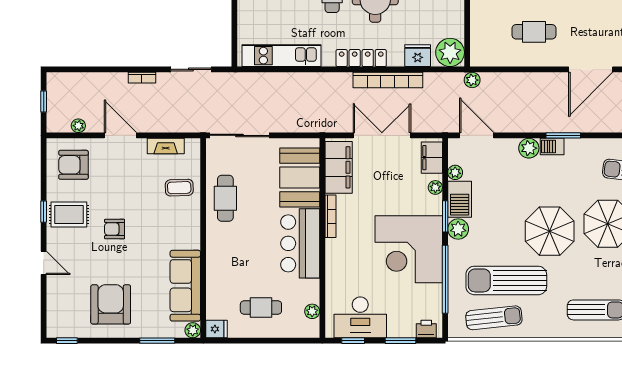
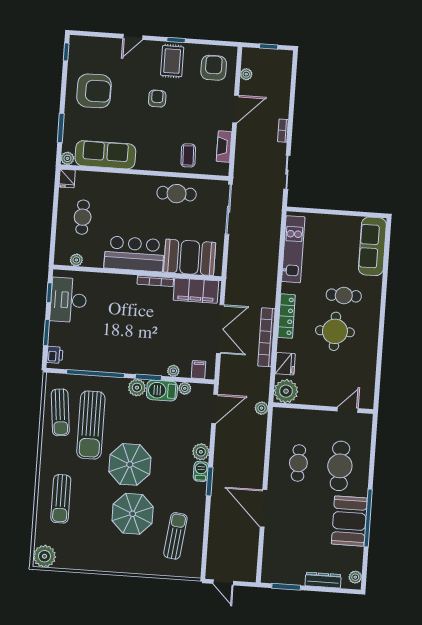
filing cabinet: (432, 158) -> (199, 370), width x0.50
corner desk: (409, 249) -> (123, 345), removed
sun lounger: (506, 280) -> (91, 425), turned 180

